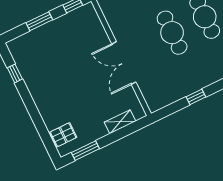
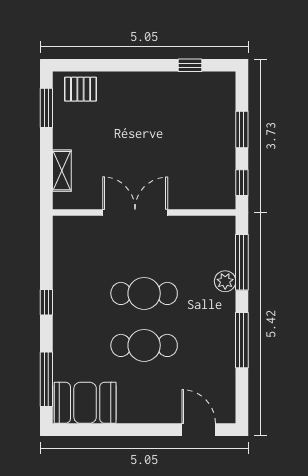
window: (196, 97) -> (46, 302), moved
pallet: (63, 135) -> (81, 89), turned 90

